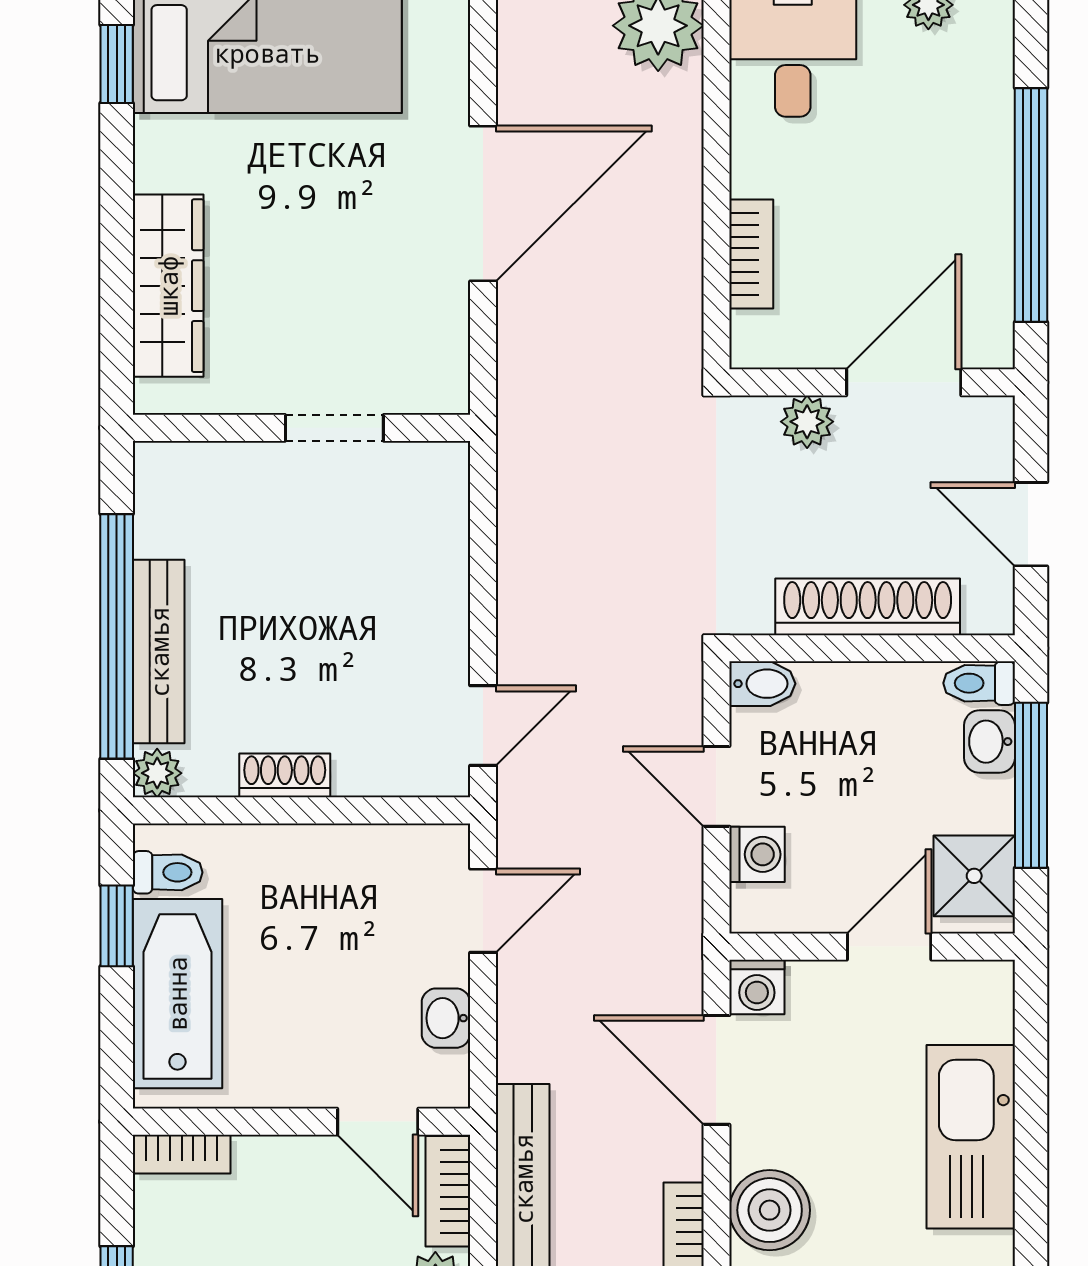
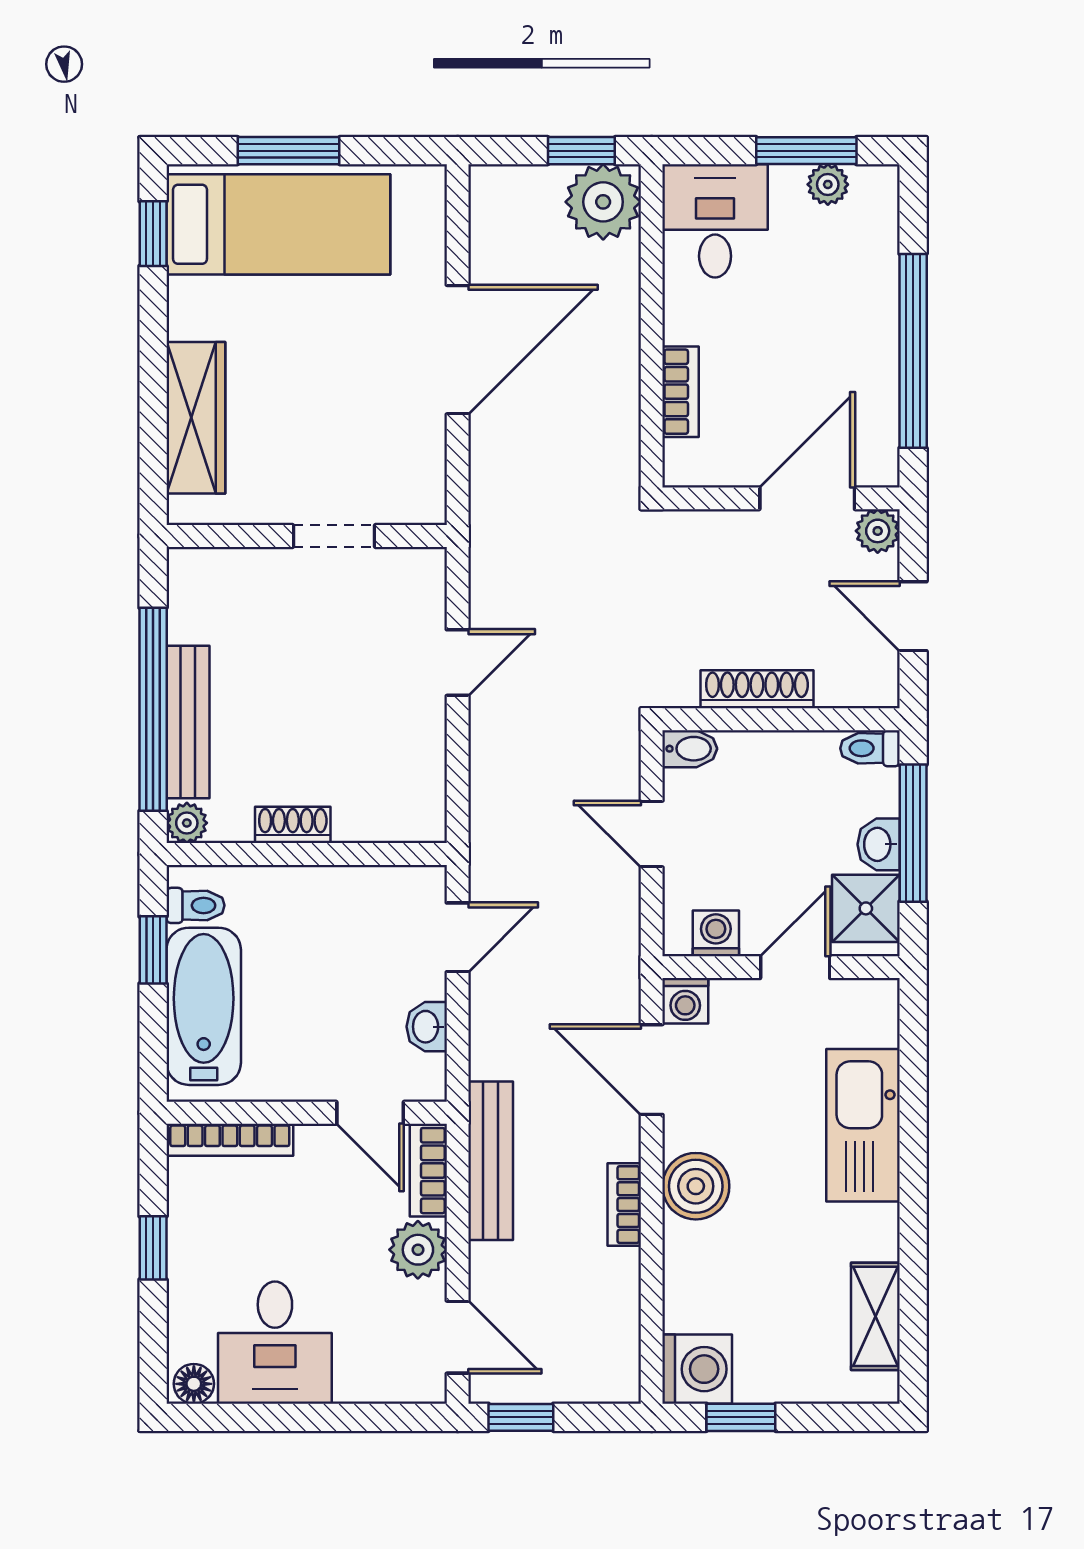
plant: (807, 422) -> (878, 531), moved
shoe rack: (868, 607) -> (757, 689), width x0.74, depth x0.81
door: (483, 726) -> (458, 663), moved
washbasin: (990, 742) -> (879, 844), moved
washing machine: (757, 854) -> (716, 933), moved, turned -90
bookcase: (182, 1154) -> (230, 1140), width x1.56

